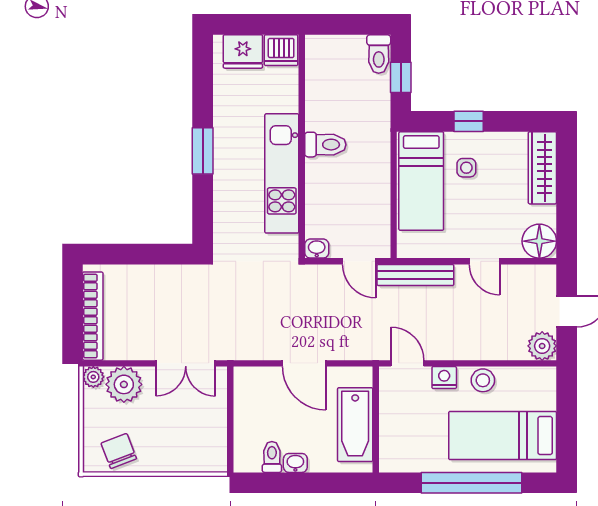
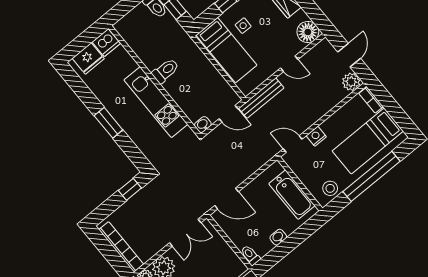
window: (162, 254) -> (130, 189), added
door: (304, 363) -> (227, 199), moved
stool: (483, 380) -> (330, 188), moved
bookcase: (548, 389) -> (371, 100), added
toilet: (272, 457) -> (250, 255), moved

